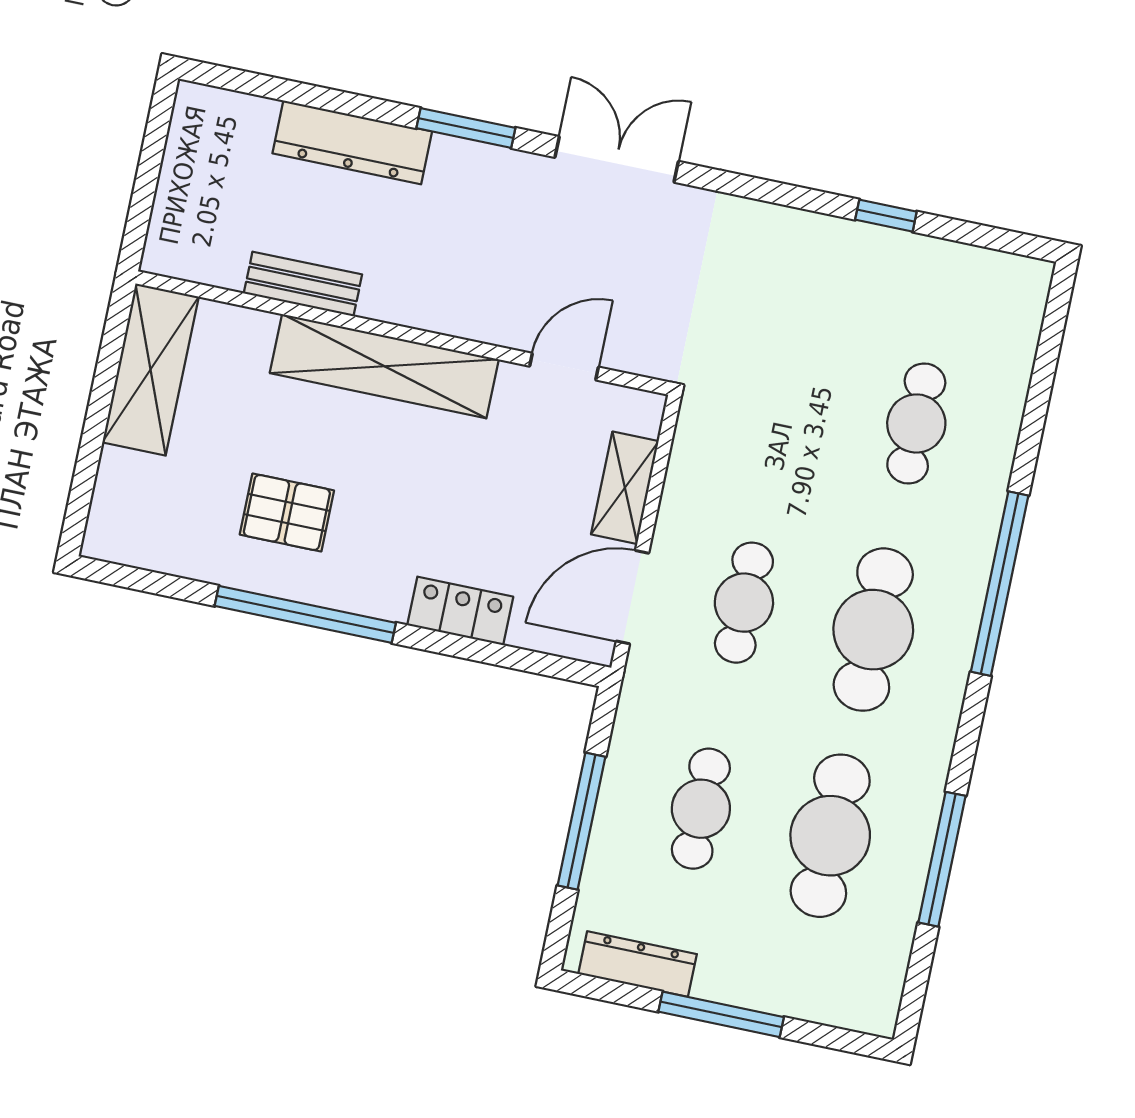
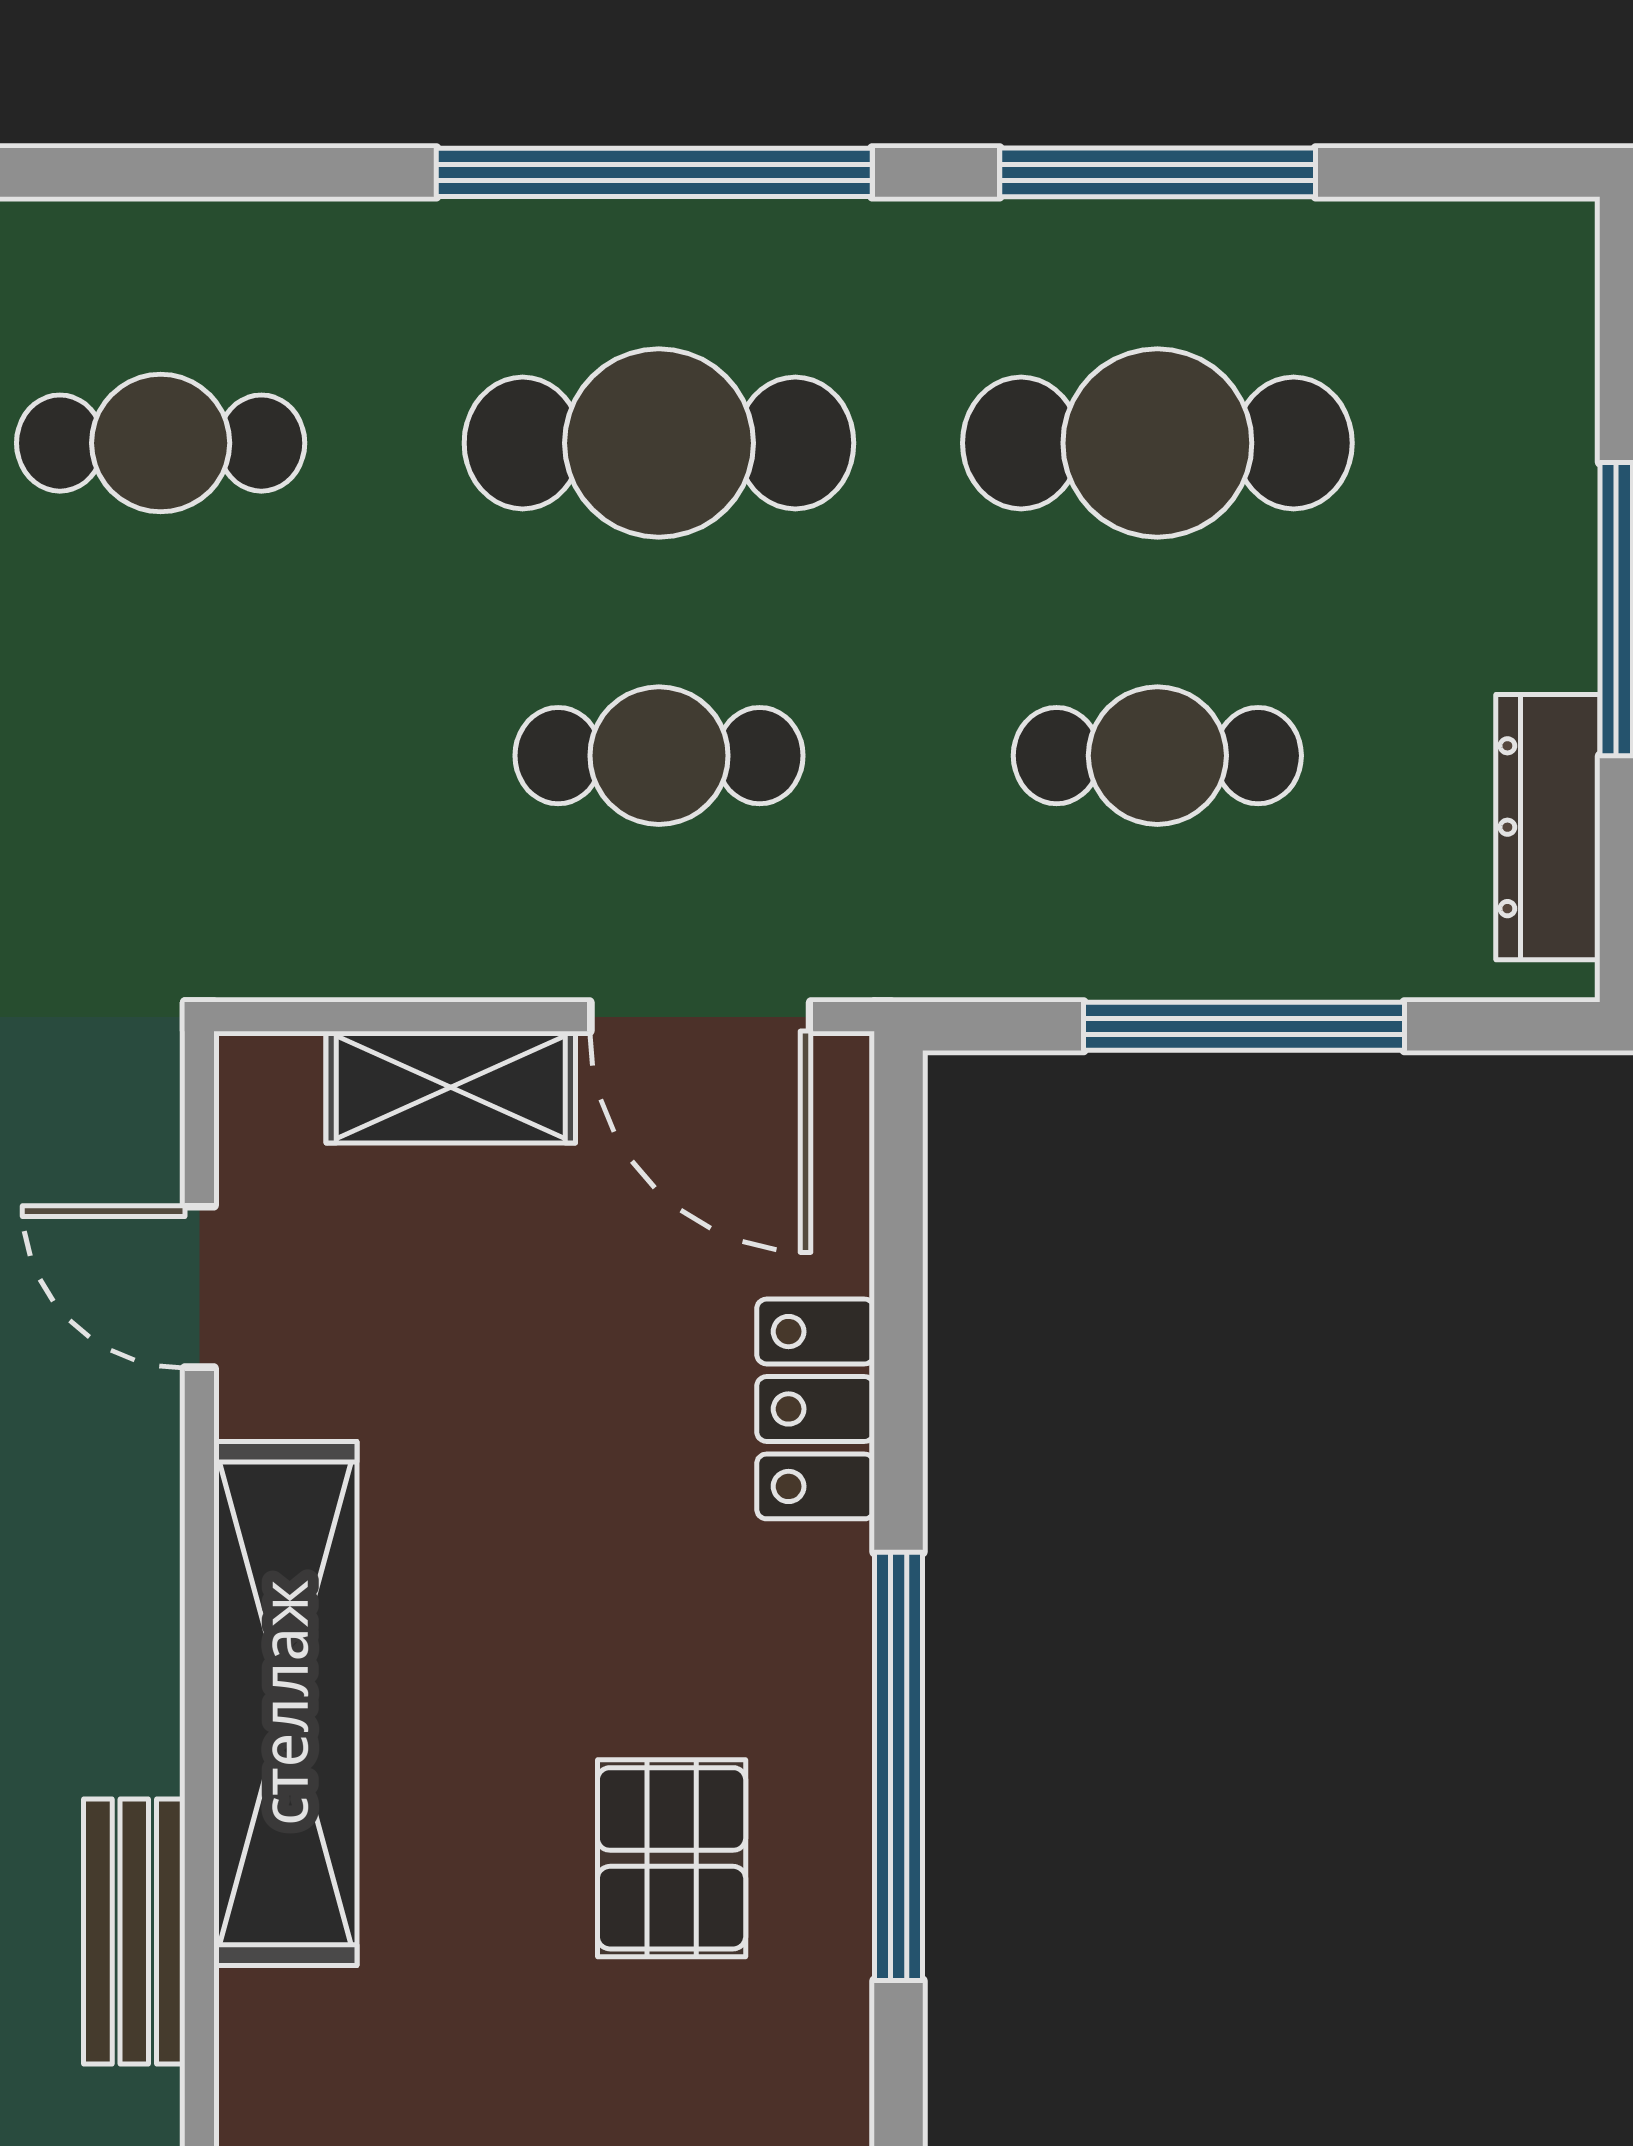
window: (1000, 584) -> (654, 172), moved

